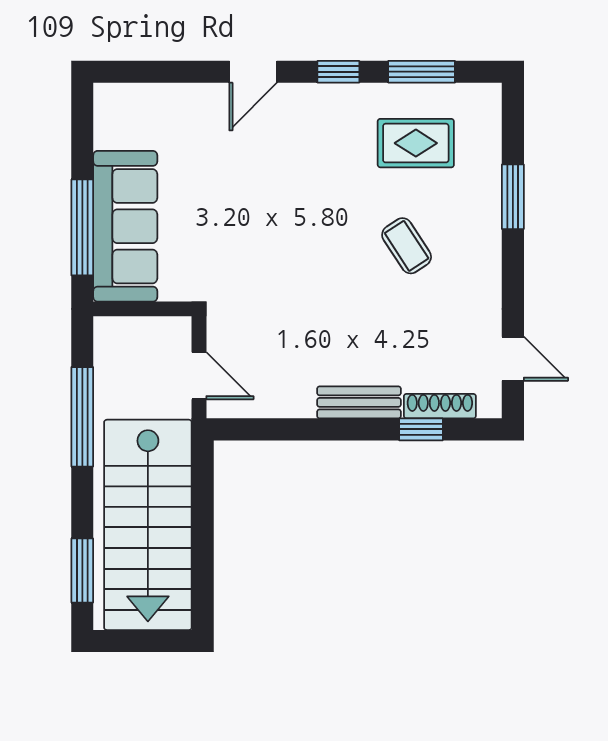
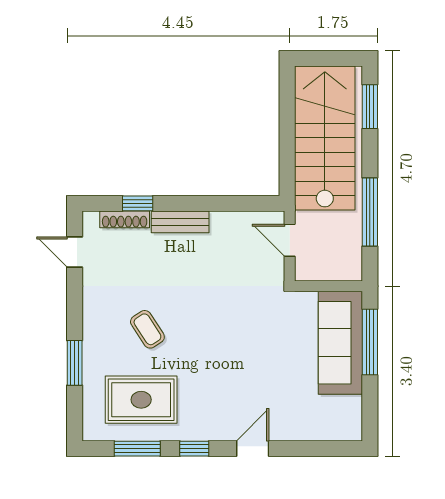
rug: (416, 143) -> (141, 400), width x1.36, depth x1.43

